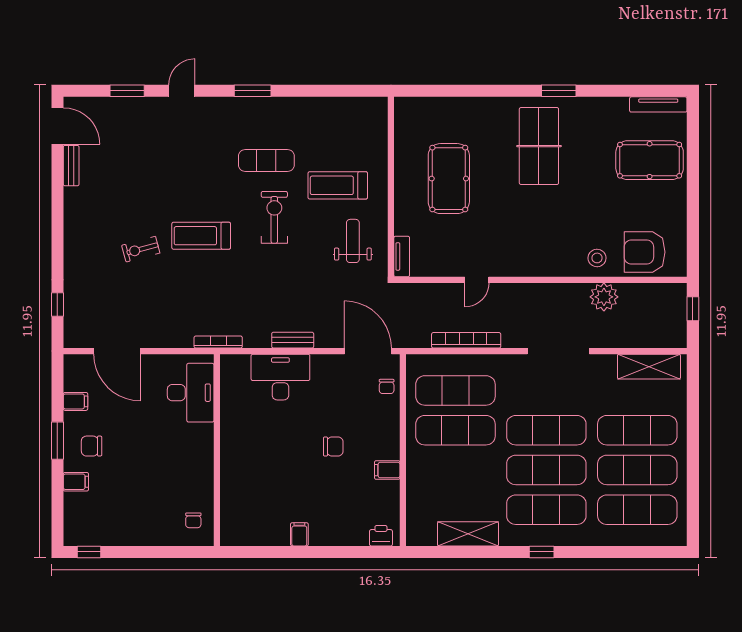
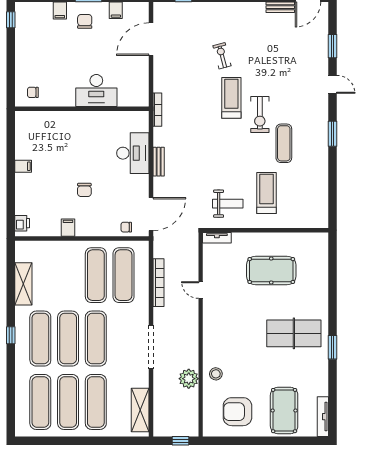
exercise bike: (274, 217) -> (260, 115), moved, turned 90
armchair: (645, 252) -> (237, 412), moved, turned -90
desk: (191, 393) -> (96, 90), moved

